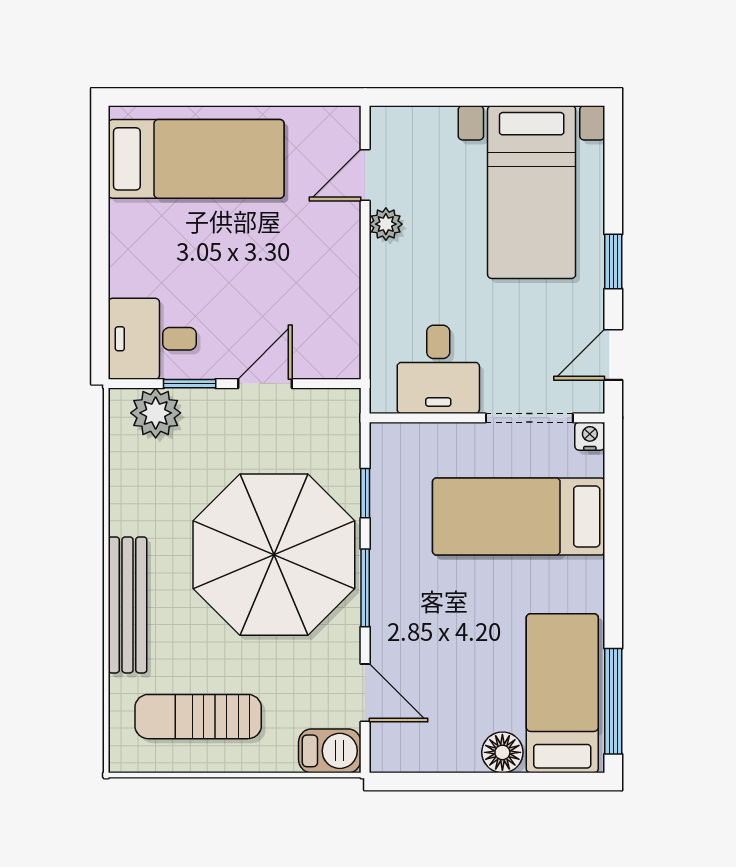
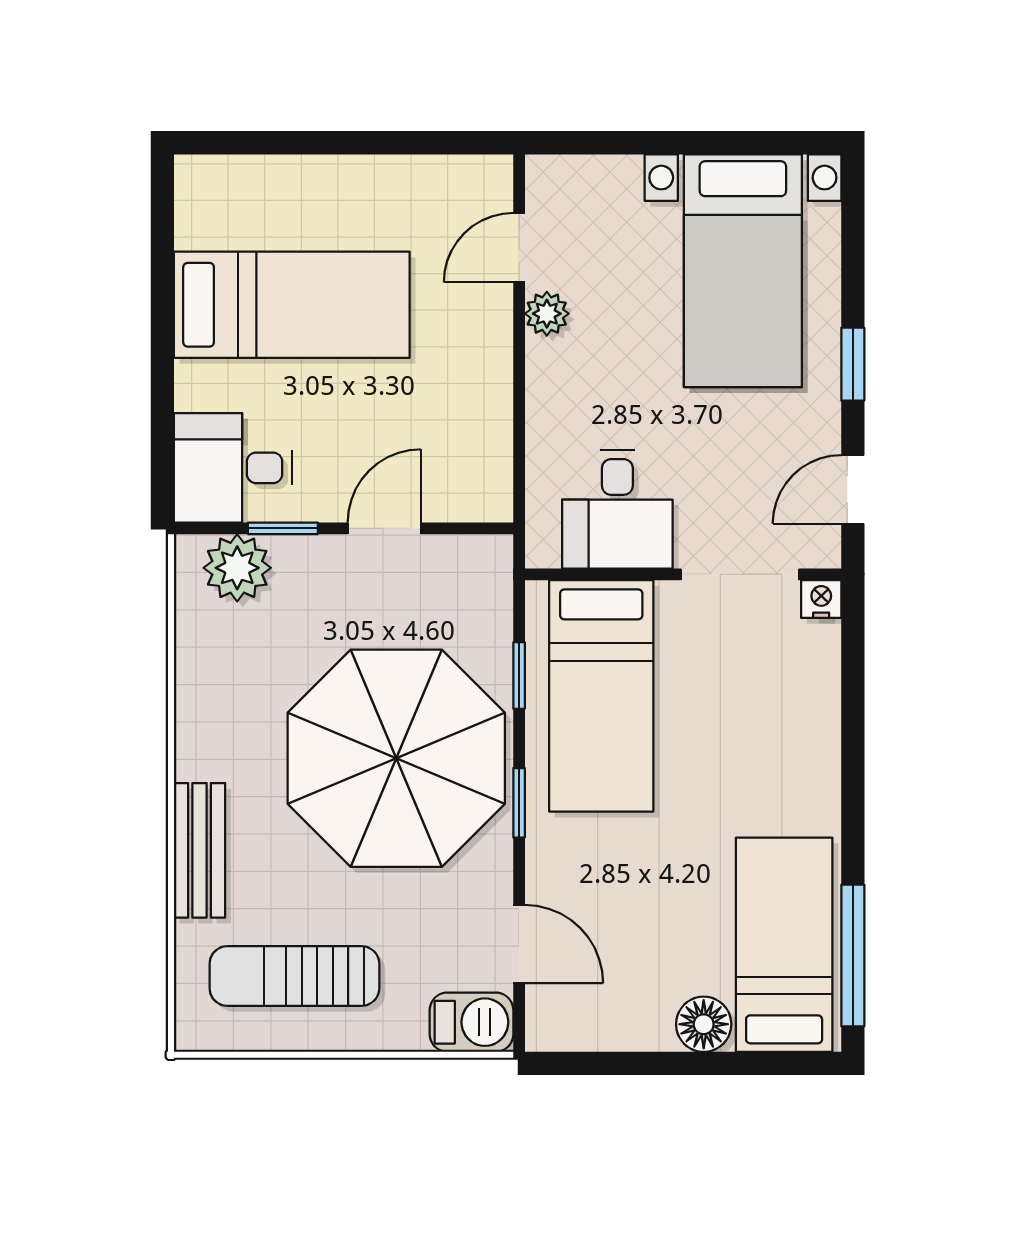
bed: (196, 159) -> (292, 305), moved
bed: (519, 516) -> (601, 696), moved, turned -90
window: (365, 588) -> (519, 803), width x0.67
bench: (128, 605) -> (199, 850), width x0.73

